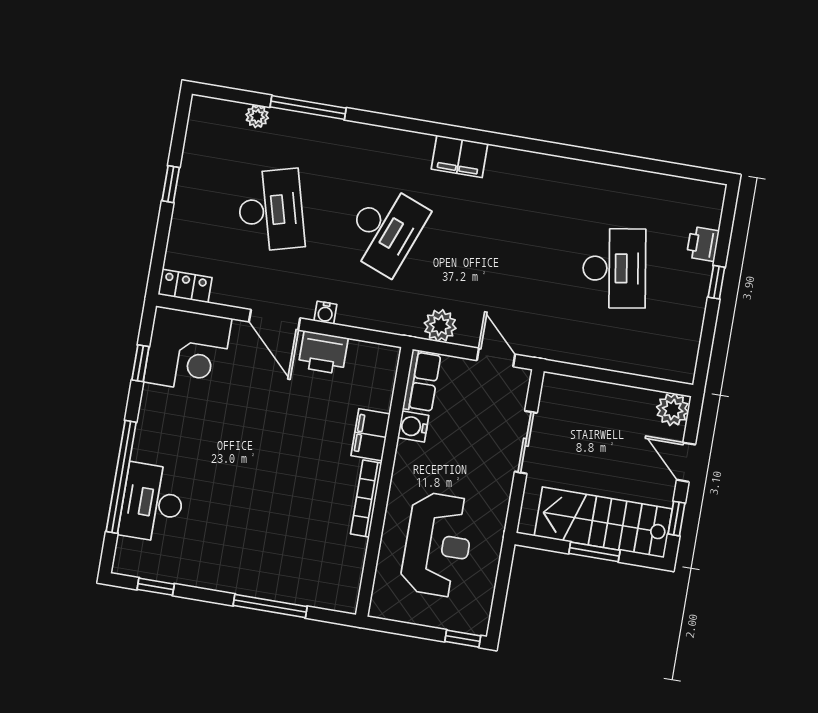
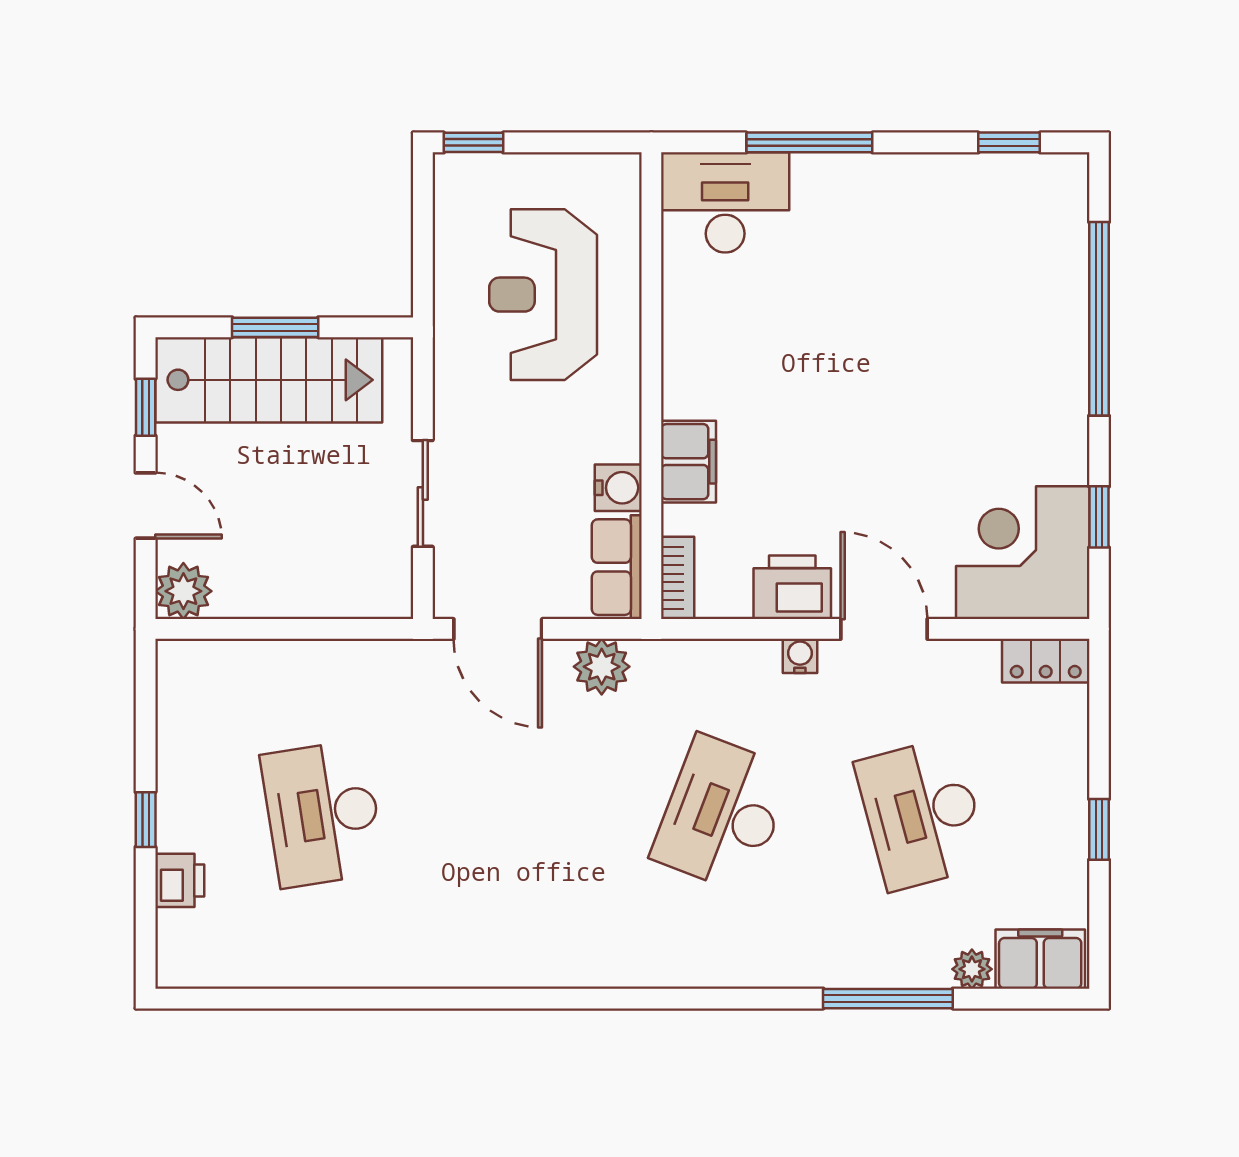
filing cabinet: (459, 156) -> (1040, 959), moved
door: (496, 357) -> (498, 629), width x1.38
bookcase: (366, 498) -> (678, 578), moved, width x0.64
desk: (152, 503) -> (725, 202), moved, turned -90

